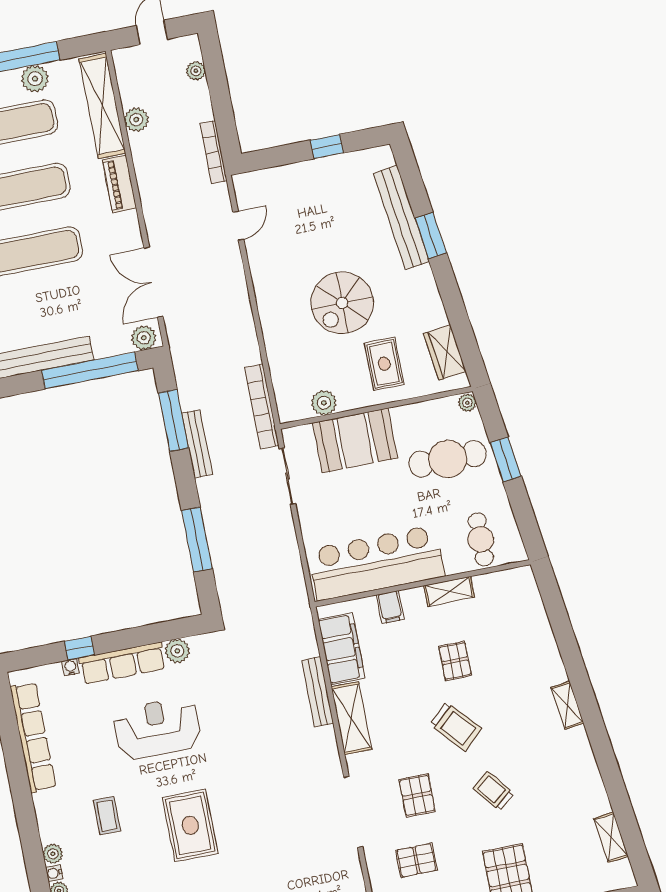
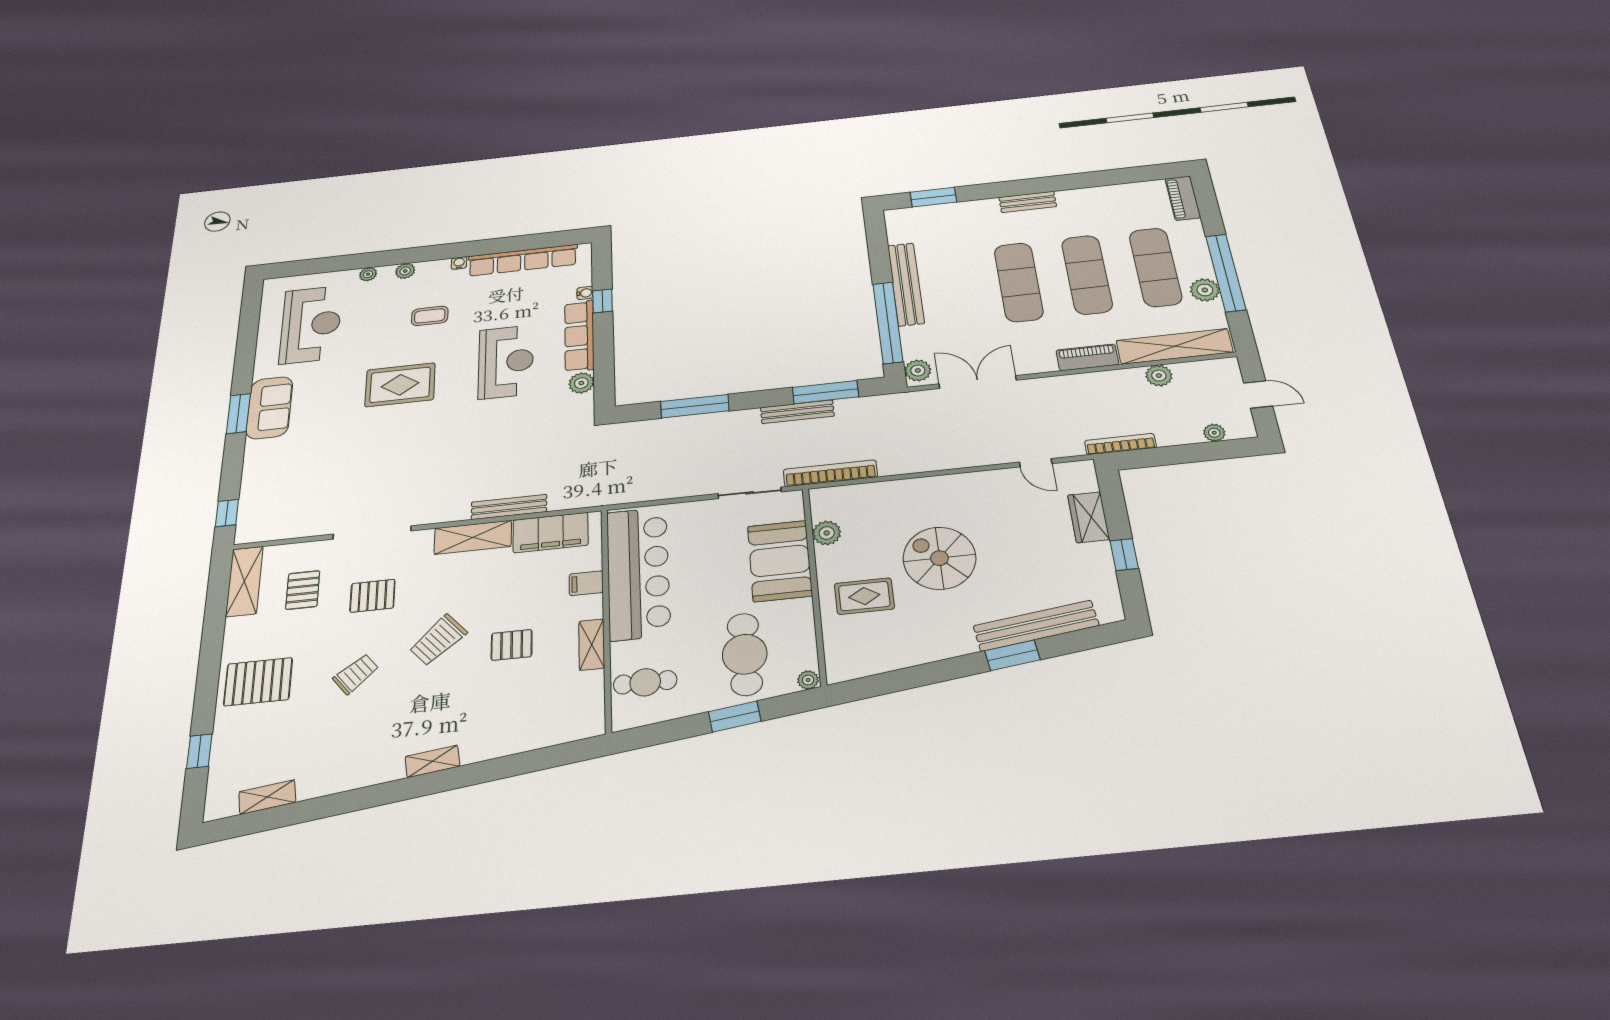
wardrobe: (445, 352) -> (1089, 517), moved, turned -83
water cooler: (54, 873) -> (459, 263), moved

